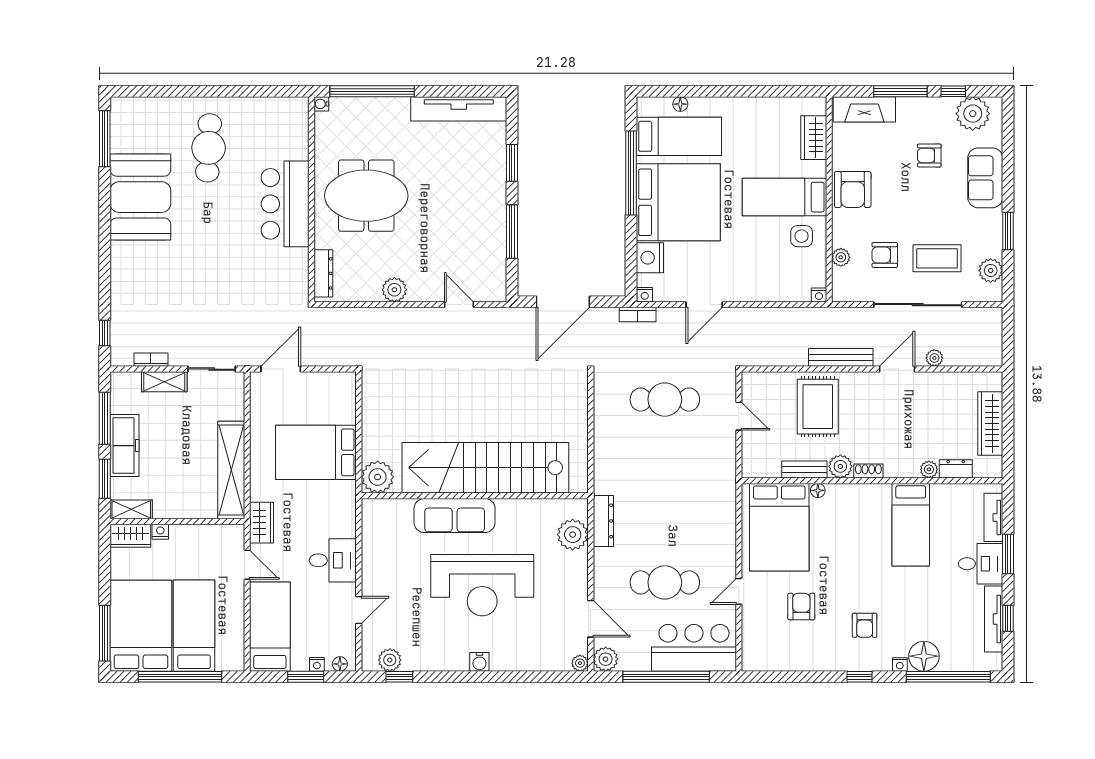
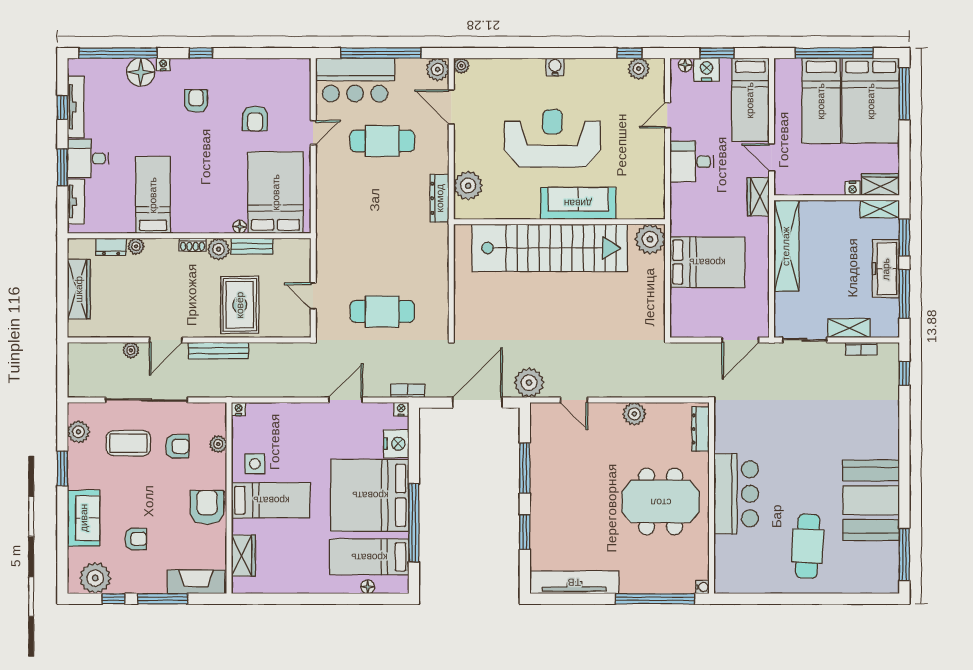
plant: (507, 323) -> (529, 383), added
nightstand: (317, 664) -> (707, 70), width x1.89, depth x1.79

